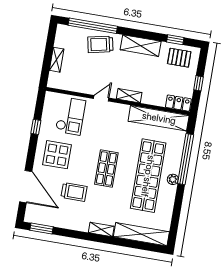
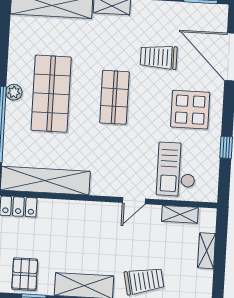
pallet: (179, 58) -> (25, 274), turned 90
shelving: (129, 96) -> (180, 214), moved
shop shelf: (148, 176) -> (51, 94), width x0.71

